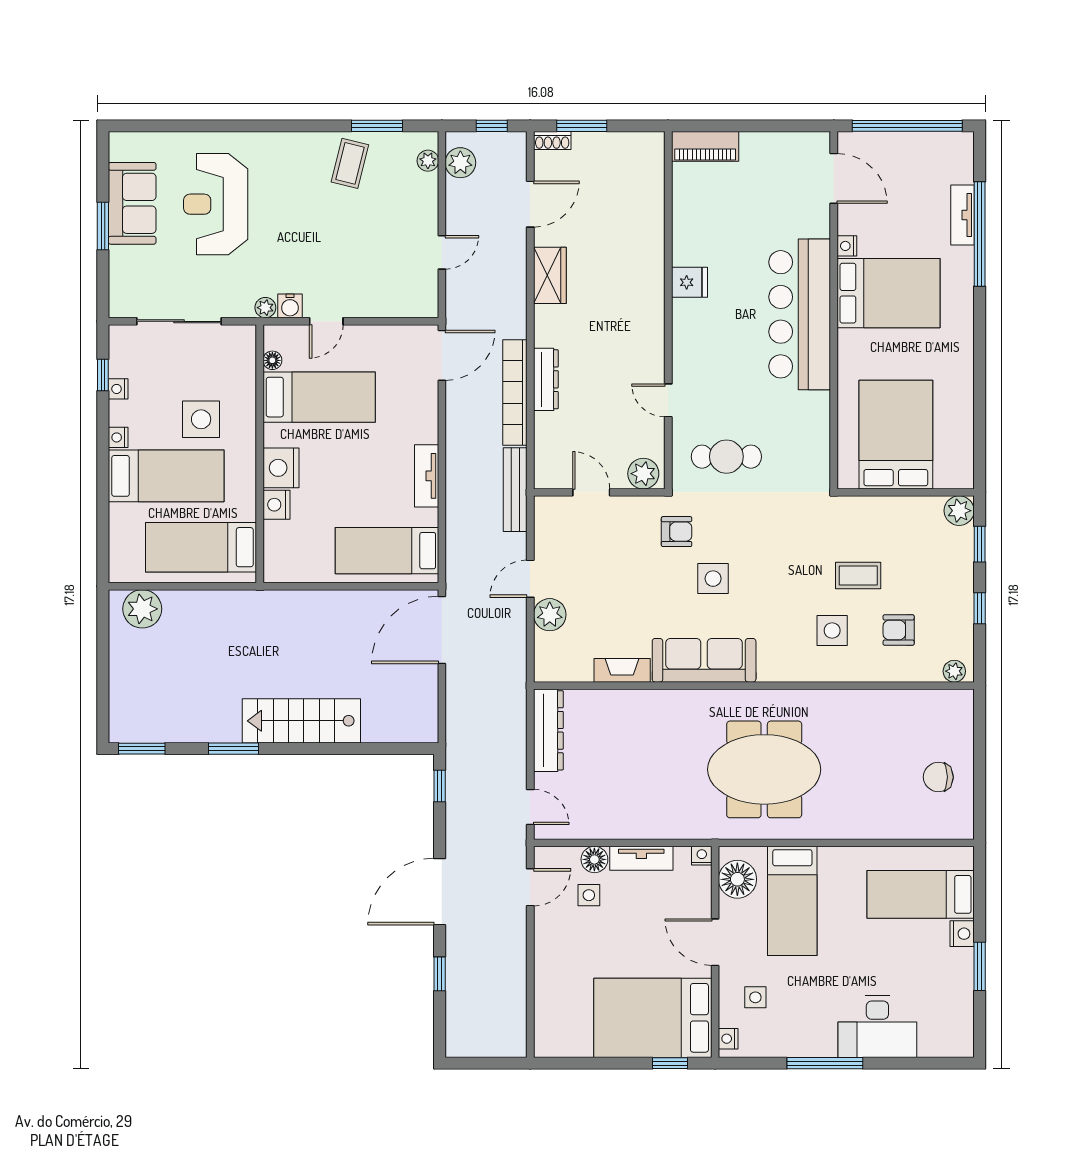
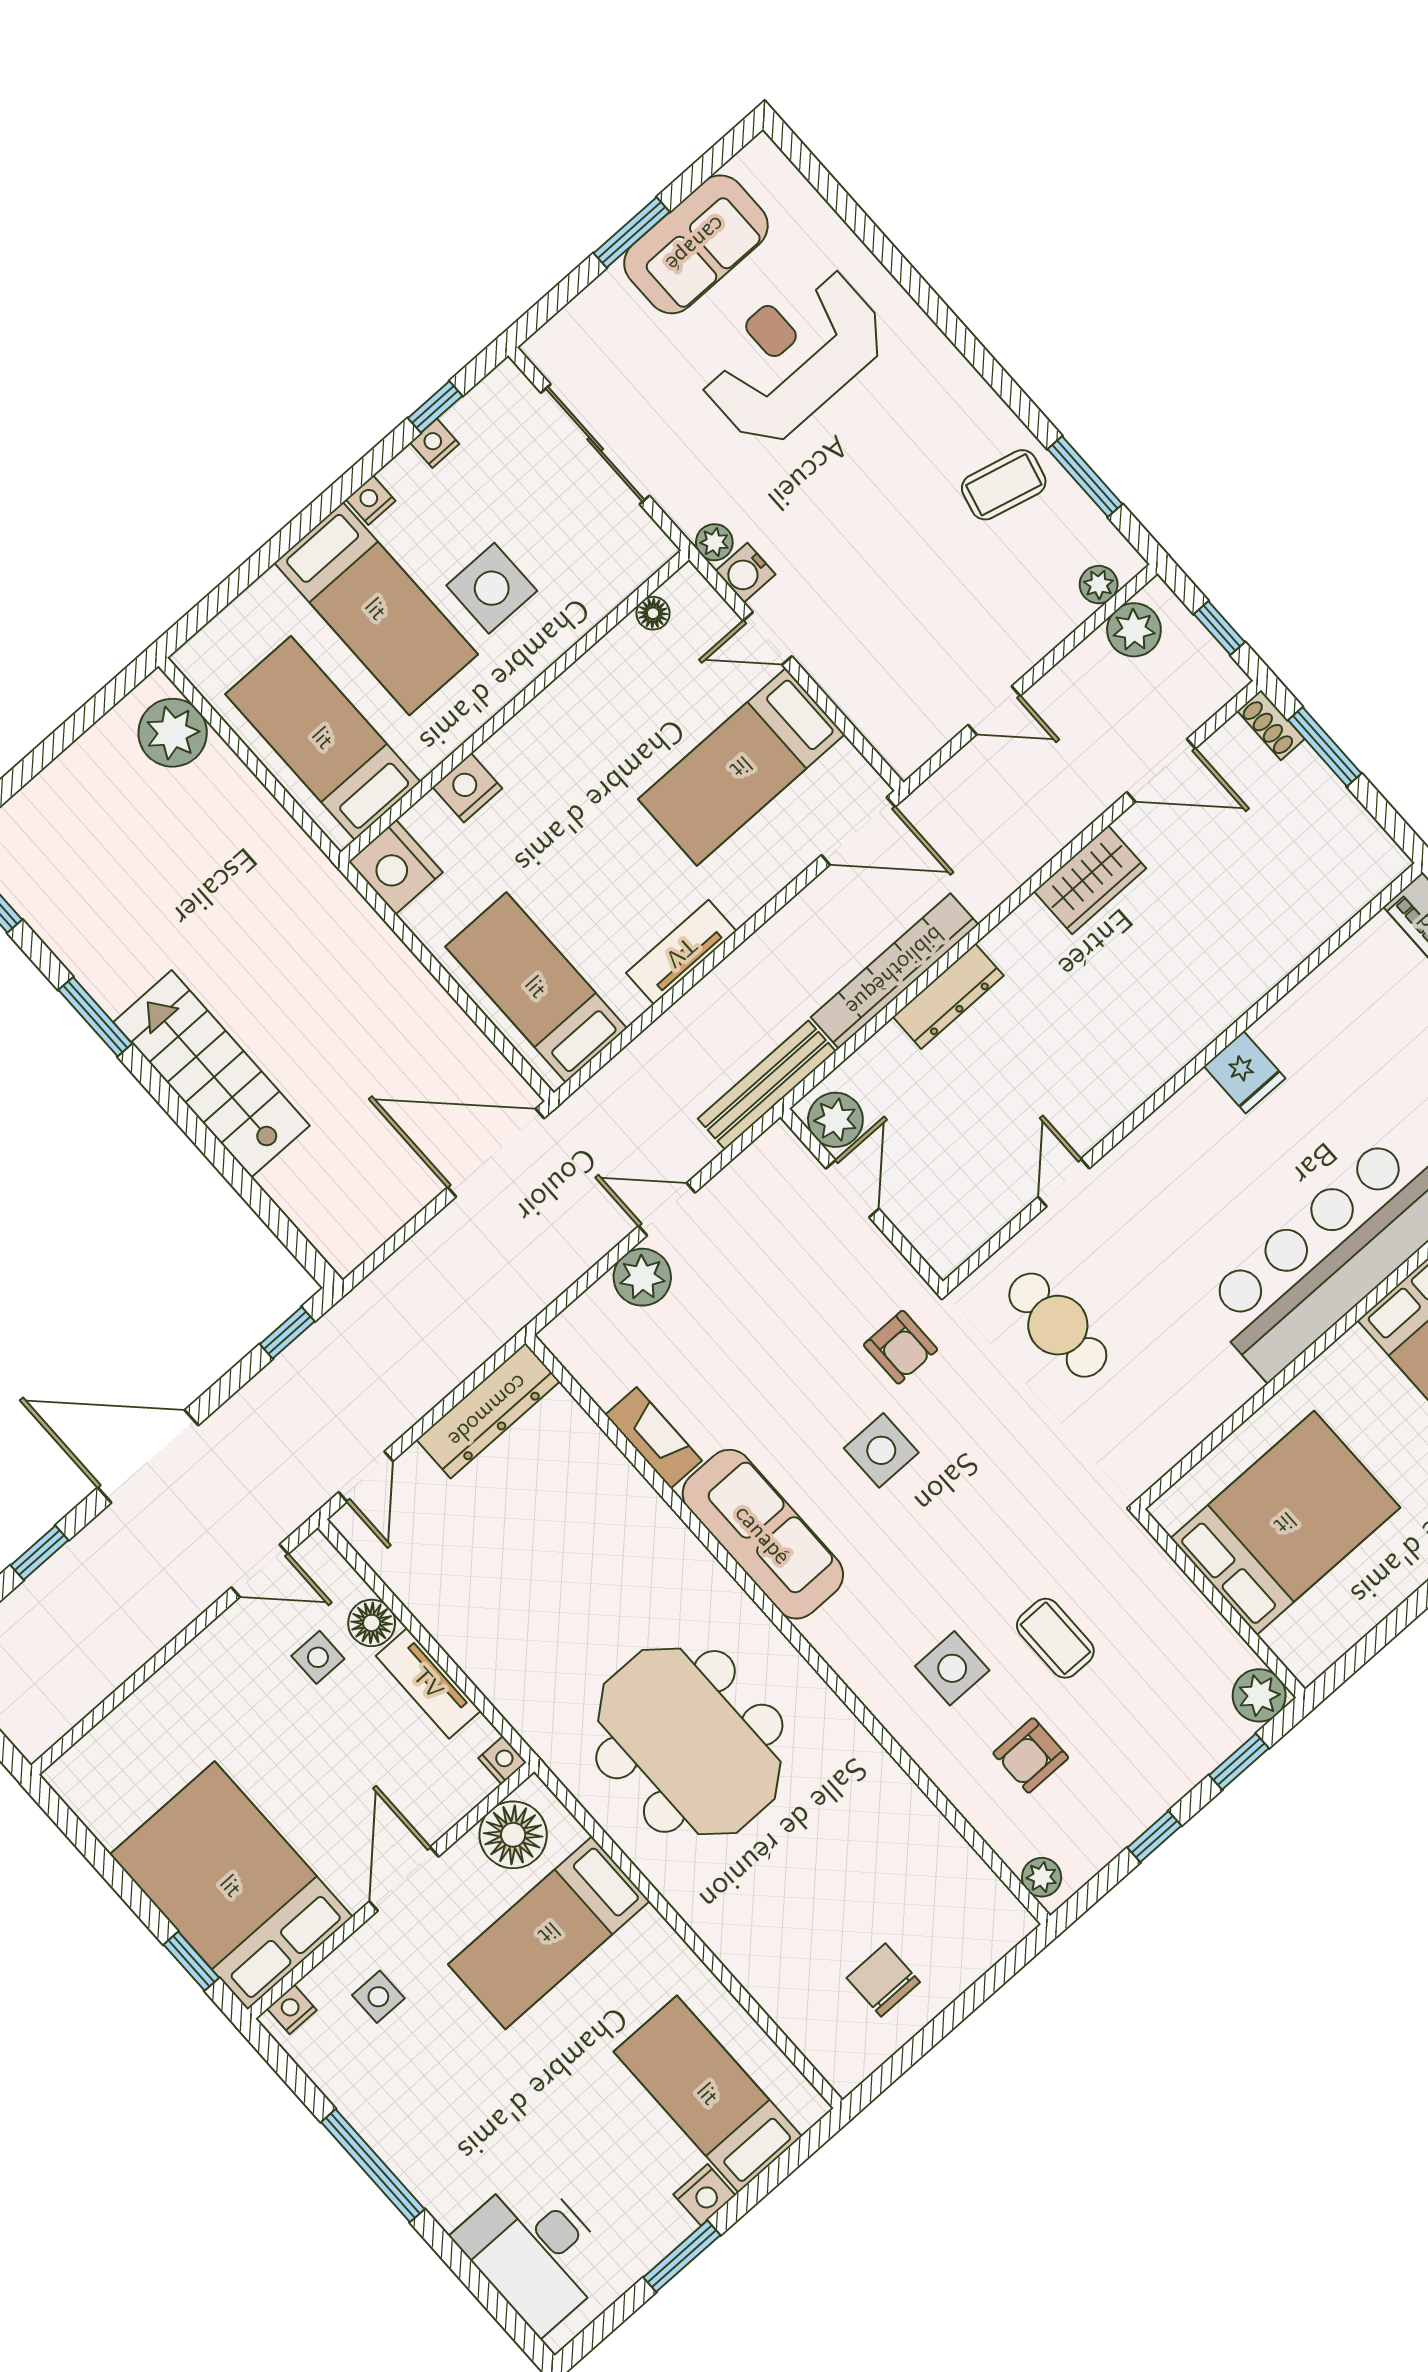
bed: (319, 397) -> (741, 767), moved, turned 90
nightstand: (281, 468) -> (396, 867), moved, turned -90
plant: (643, 474) -> (835, 1120), moved
armchair: (899, 630) -> (1031, 1755), turned -90
desk: (877, 1027) -> (535, 2252), moved

